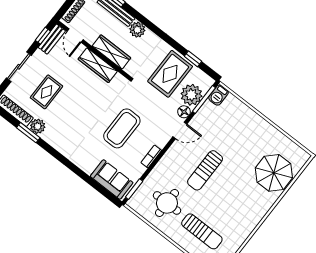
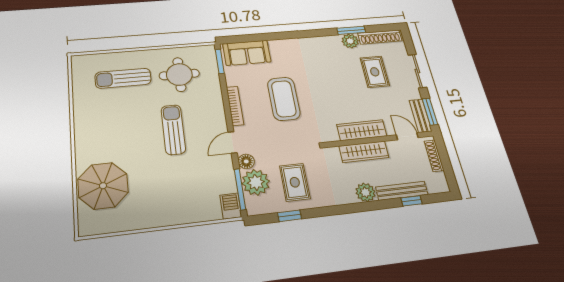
window: (43, 36) -> (430, 112), width x1.50
rug: (170, 74) -> (295, 182), width x0.73, depth x0.70
bookcase: (151, 156) -> (235, 106), width x1.56

